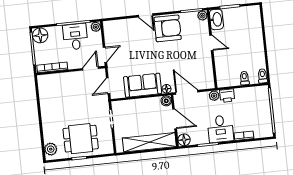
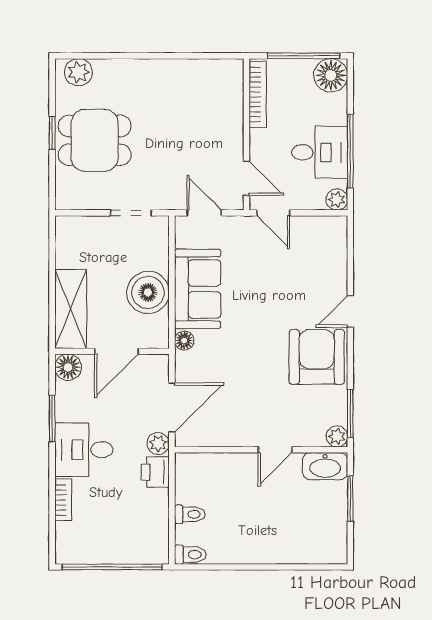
armchair: (168, 28) -> (317, 357), turned 180
door: (187, 92) -> (172, 408), moved
boiler: (166, 101) -> (148, 292), moved, width x1.86, depth x1.86
dining table: (81, 139) -> (95, 140), turned 90
shelving: (149, 142) -> (71, 309), width x0.68

